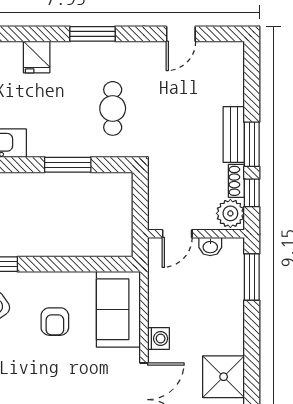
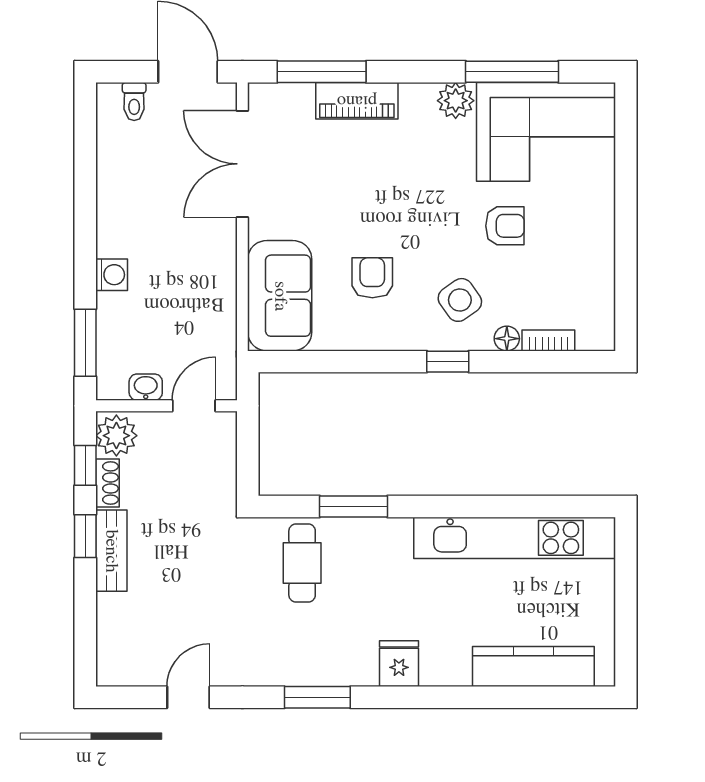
cafe table: (113, 108) -> (302, 563), moved
window: (252, 144) -> (85, 536), width x0.67
washing machine: (158, 338) -> (112, 275), moved, turned 180
shower: (224, 377) -> (126, 197), removed

